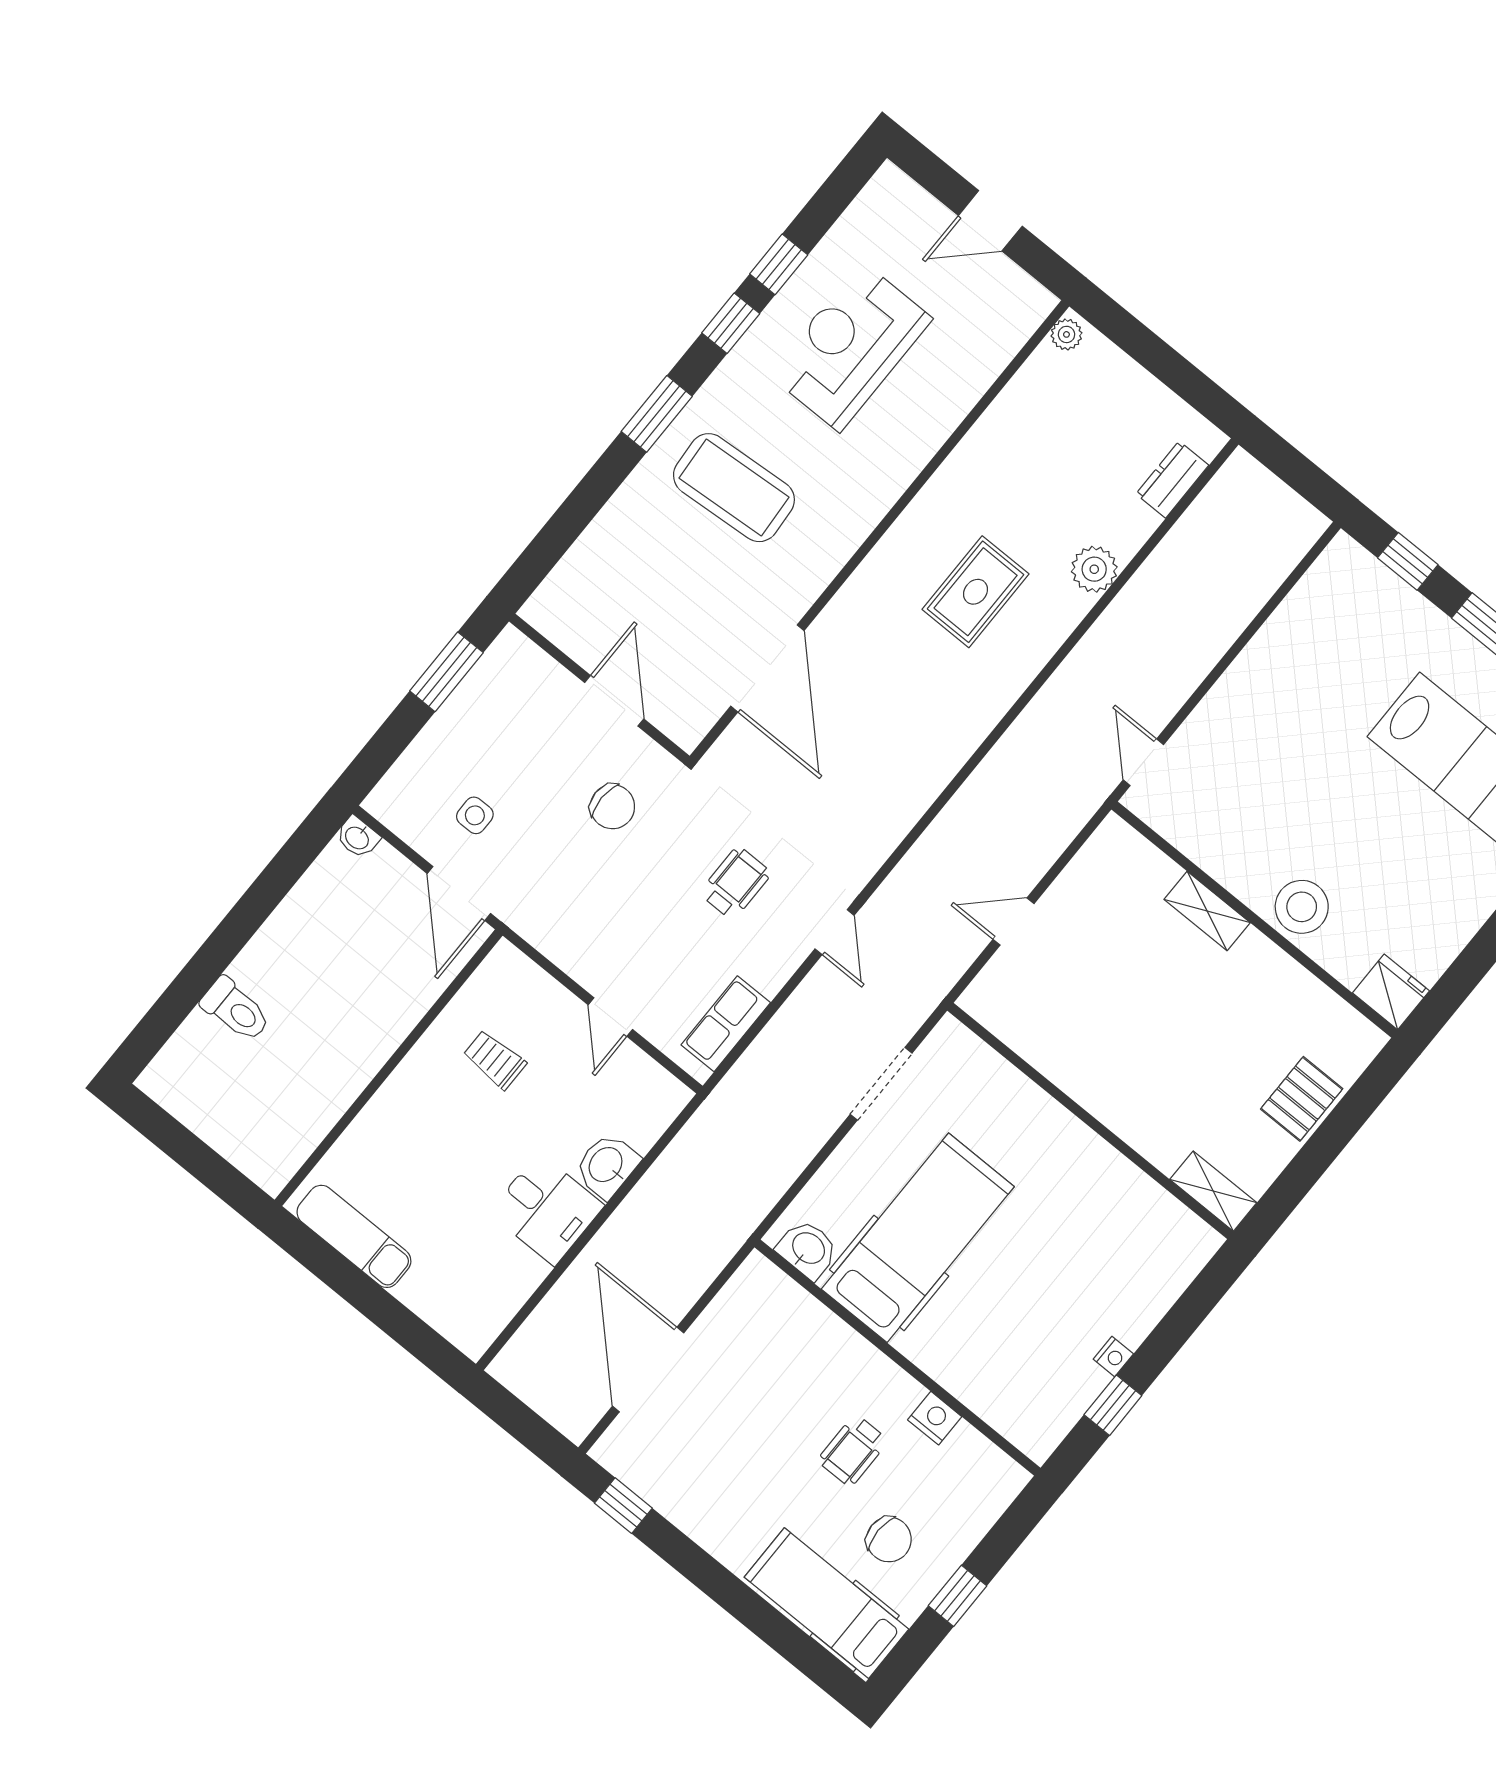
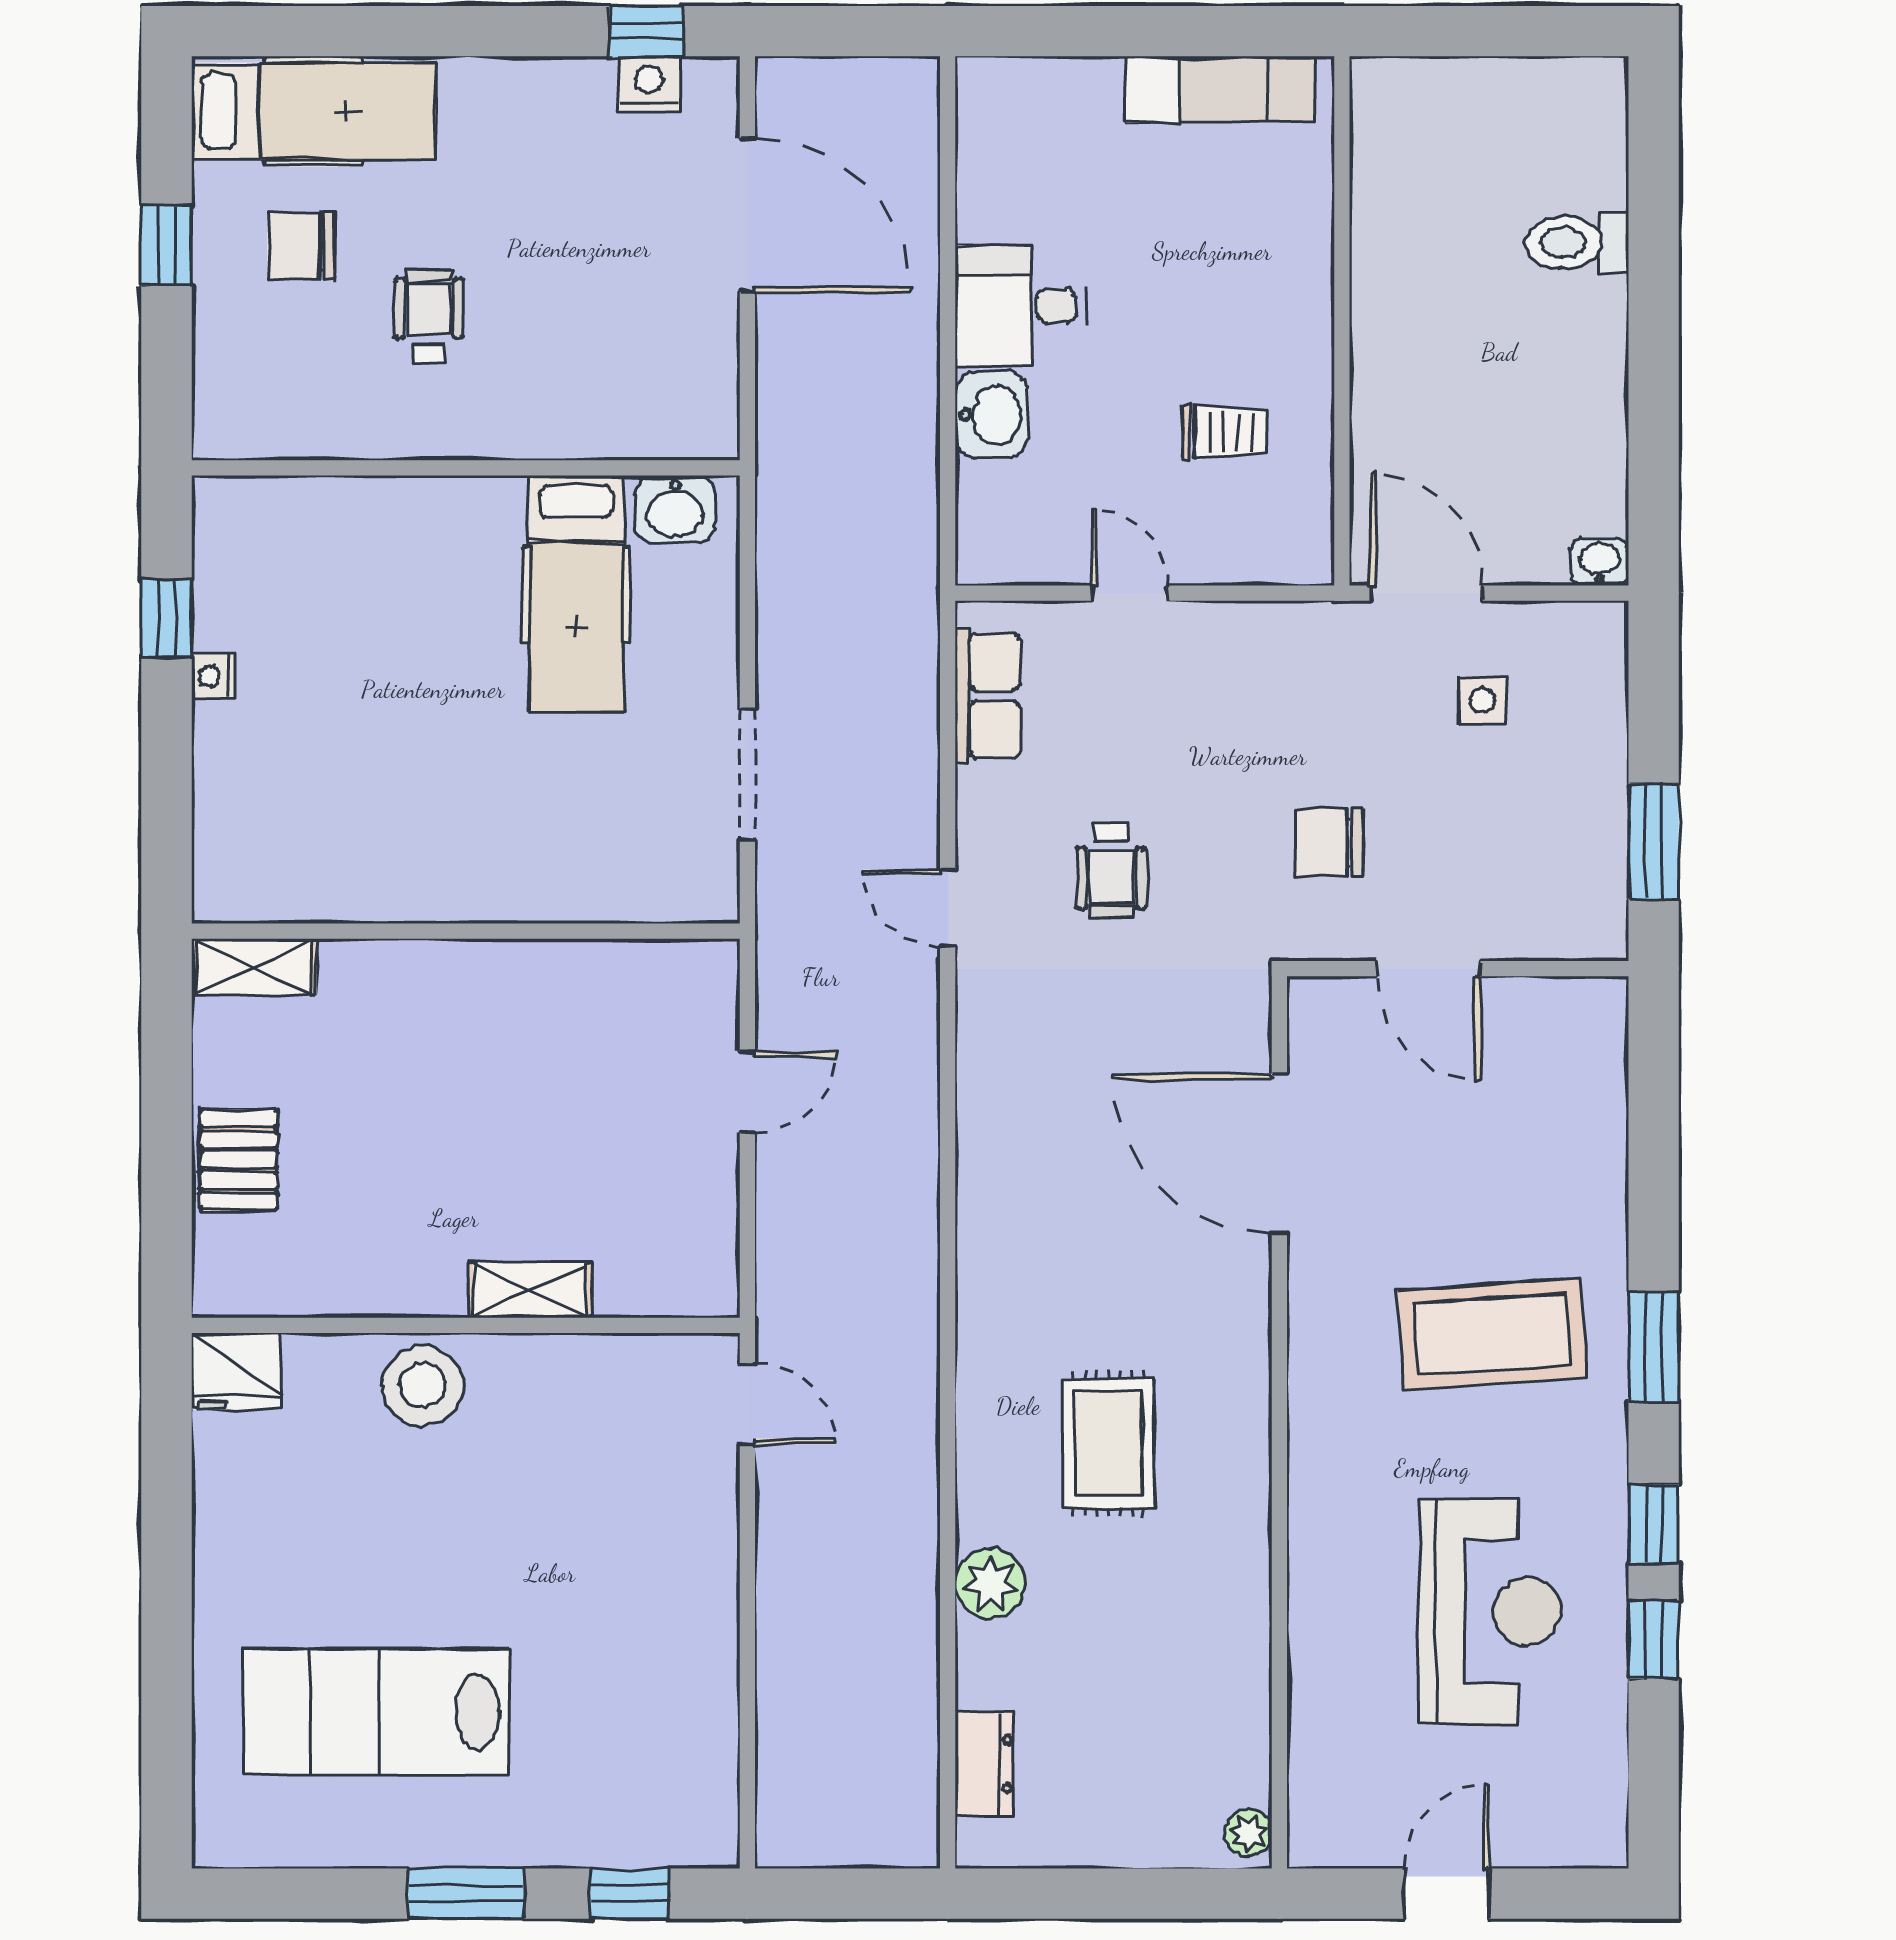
hospital bed: (918, 1238) -> (576, 594), width x0.73, depth x0.78
nightstand: (935, 1418) -> (649, 84), moved, turned 180

